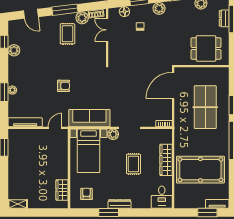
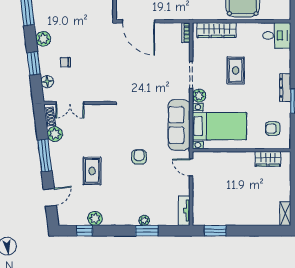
rug: (67, 34) -> (92, 171), moved, turned 90
tv unit: (25, 122) -> (184, 211), width x0.71
wardrobe: (166, 160) -> (217, 30), moved
rug: (133, 164) -> (236, 70), turned 90

